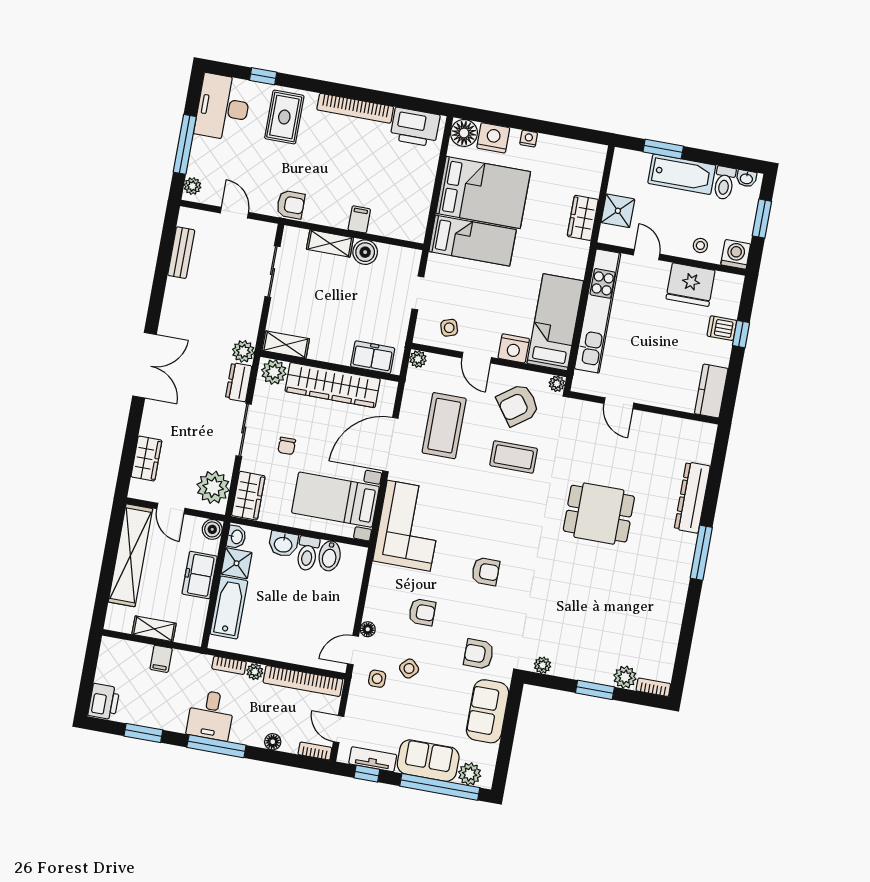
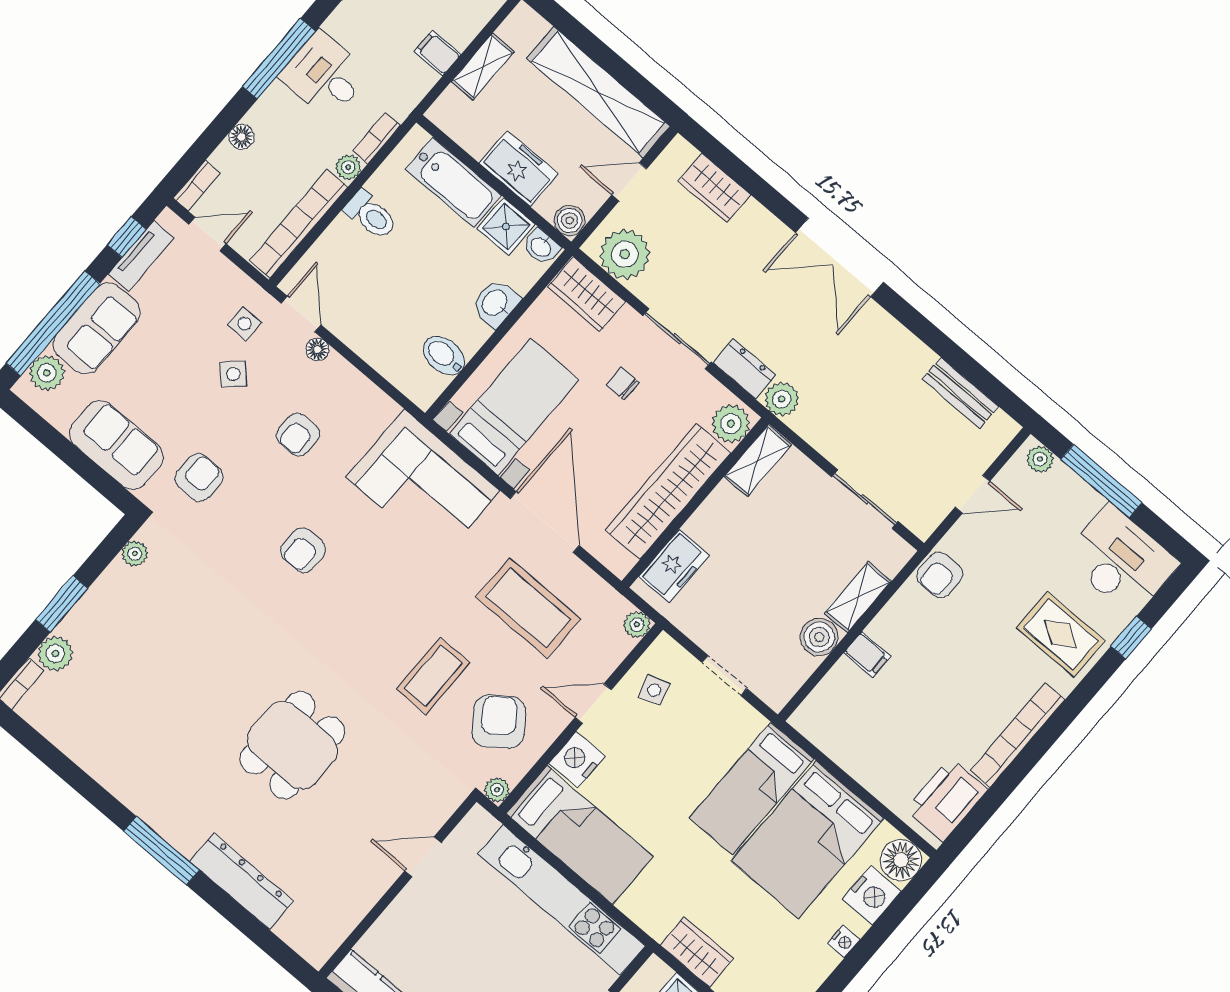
toilet: (307, 554) -> (371, 215), moved, turned 180

